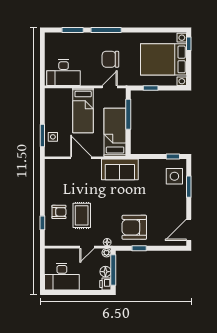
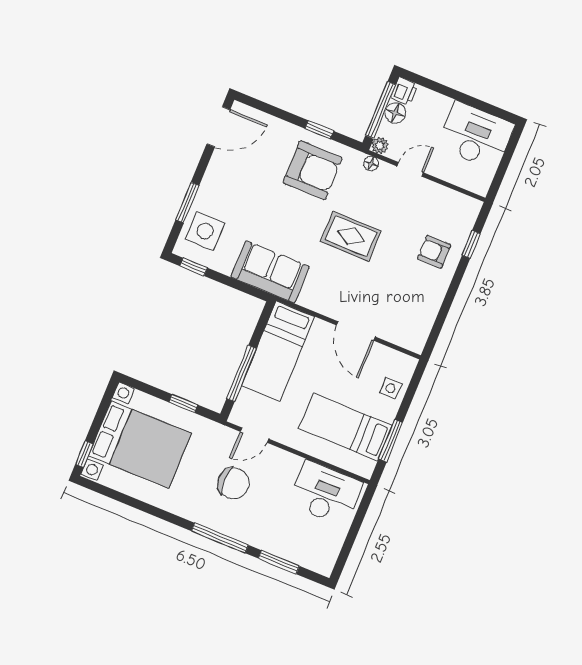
bed: (83, 110) -> (345, 427), moved, turned -90
window: (42, 136) -> (391, 441), moved
sofa: (120, 169) -> (270, 272), moved
rug: (82, 215) -> (351, 236), moved, turned 90

